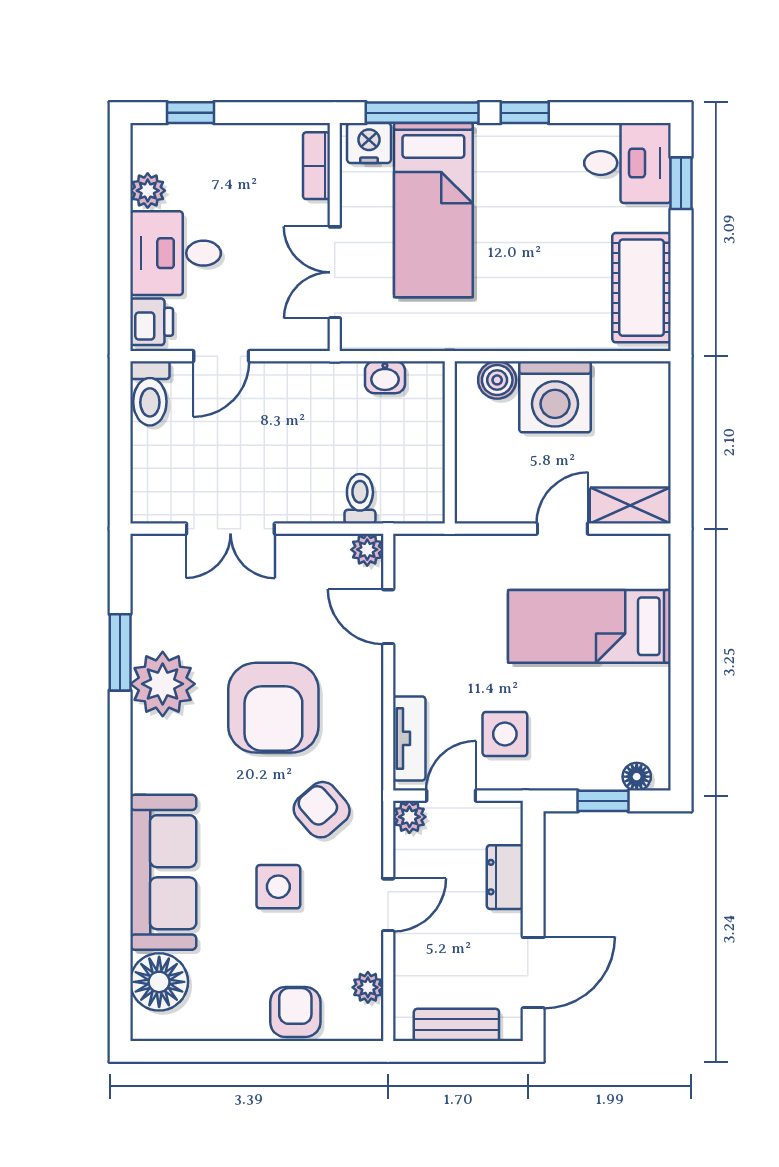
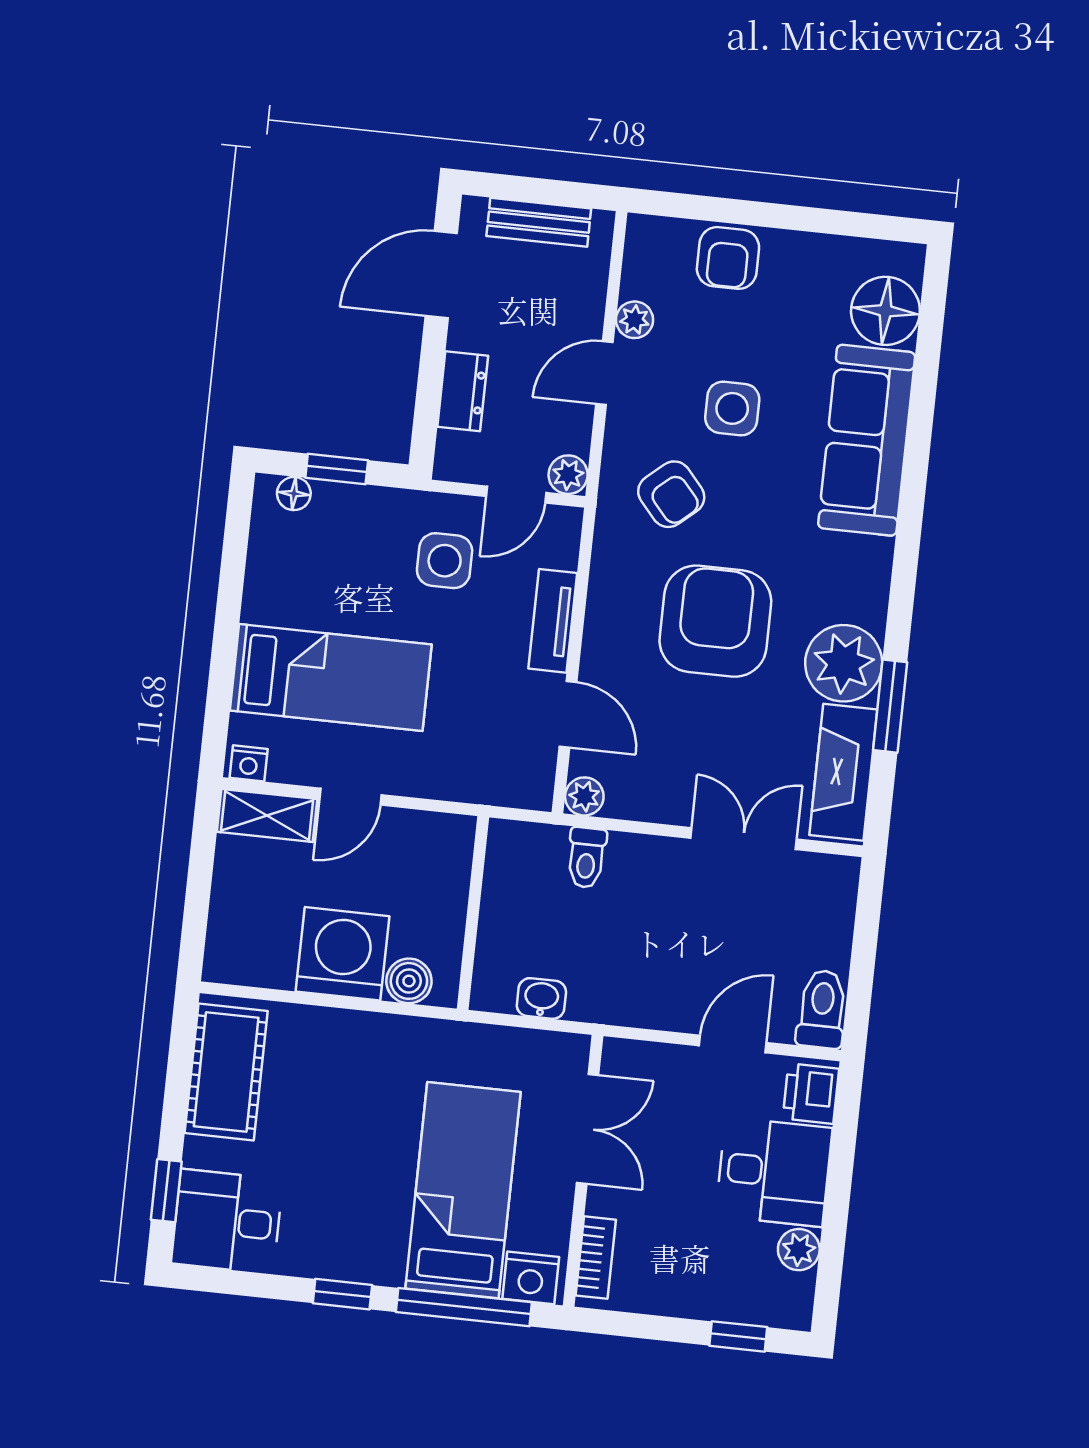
nightstand: (650, 547) -> (249, 763), added
fireplace: (153, 593) -> (843, 772), added
tv unit: (409, 738) -> (553, 621), moved
plant: (368, 987) -> (634, 320), moved

